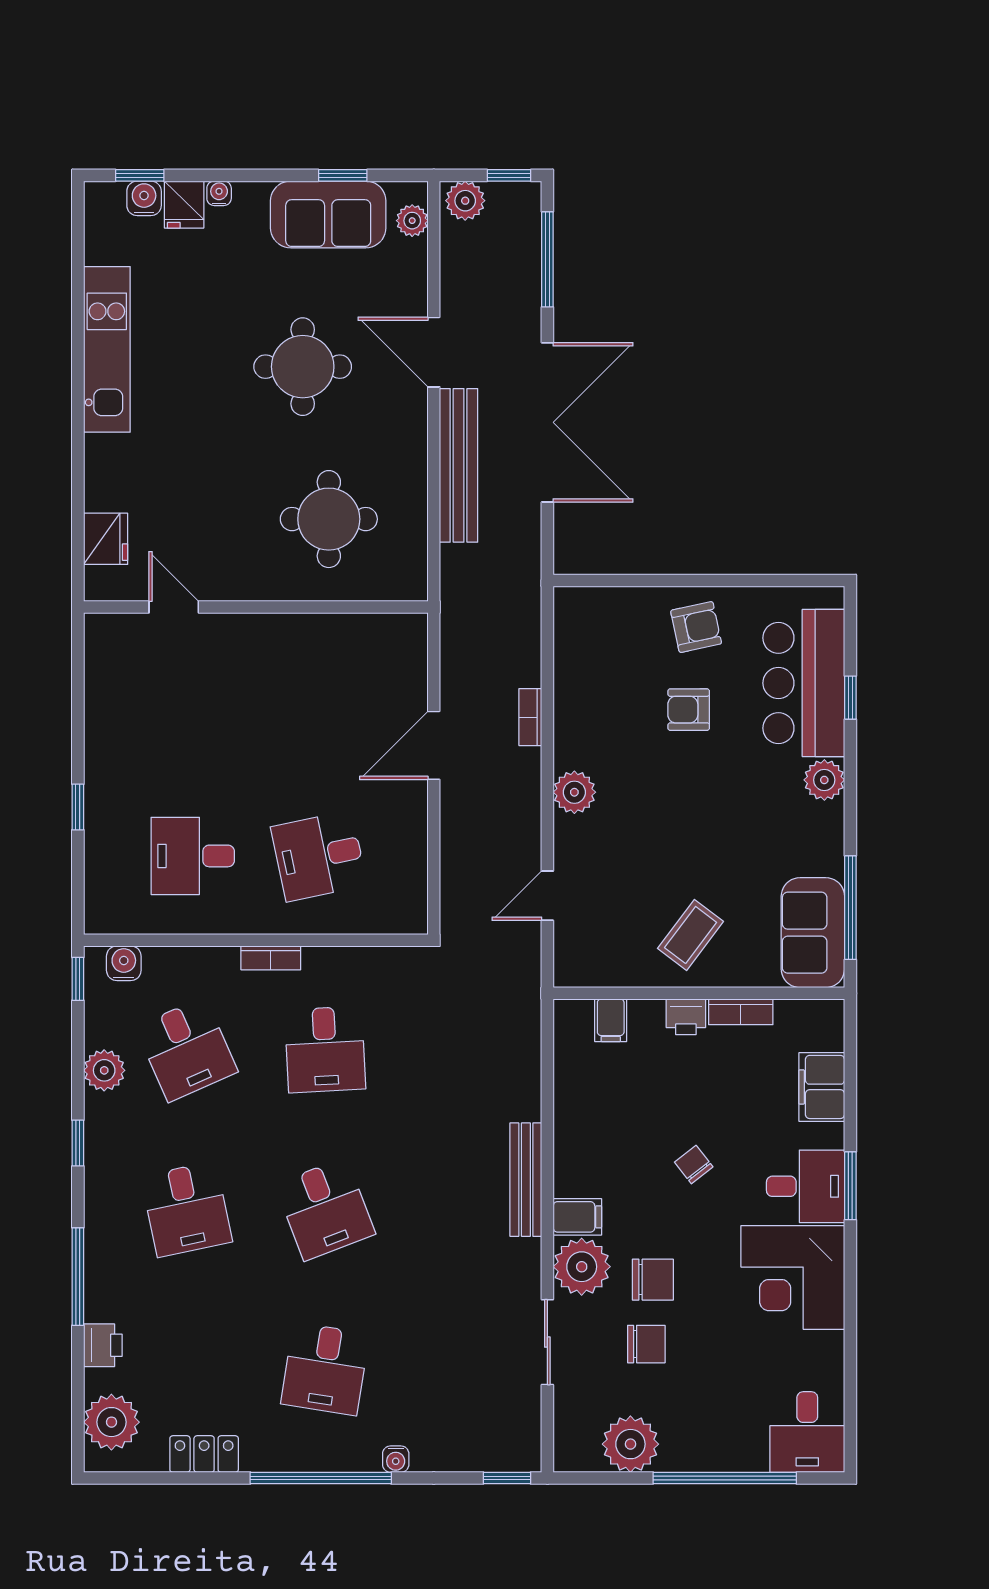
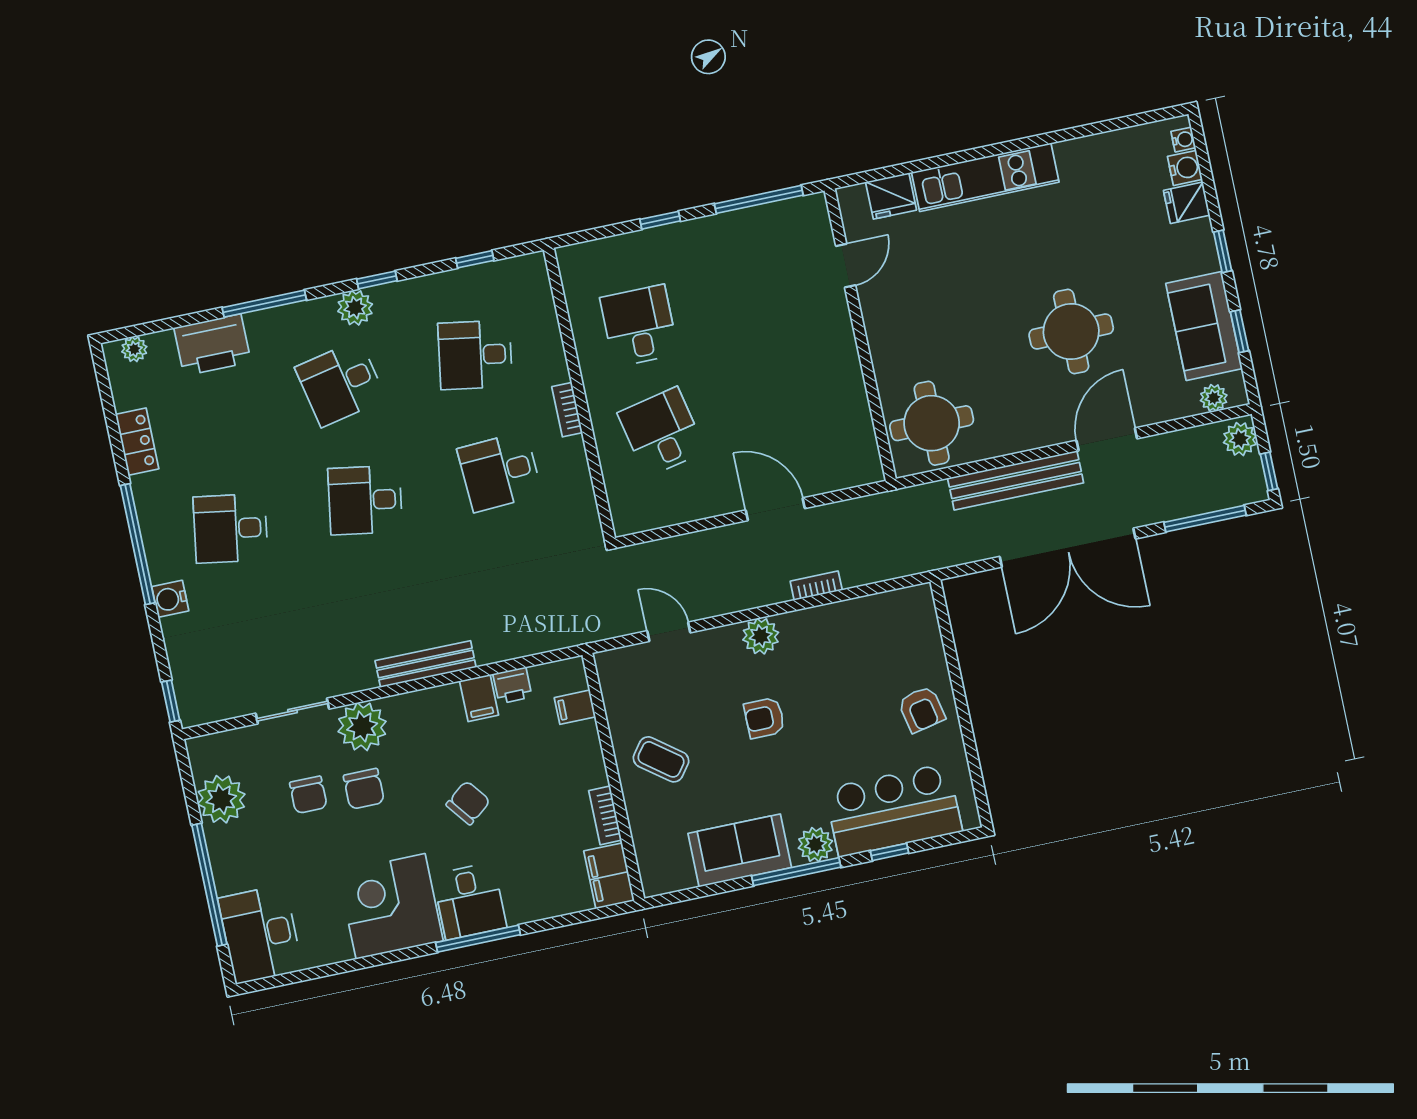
window: (140, 175) -> (1223, 251), moved
water cooler: (219, 193) -> (1183, 140), moved
kitchen unit: (107, 349) -> (985, 177), moved
round table: (329, 519) -> (932, 423), moved
window: (78, 690) -> (759, 199), added
armchair: (689, 710) -> (764, 718), moved, turned -90
window: (850, 908) -> (796, 872), moved
sofa: (813, 933) -> (740, 850), moved
water cooler: (124, 963) -> (537, 287), removed
window: (78, 979) -> (475, 259), moved
printer: (686, 1017) -> (512, 685), moved, turned -90
desk: (187, 1049) -> (475, 355), turned 33
plant: (104, 1070) -> (355, 308), moved
filing cabinet: (822, 1087) -> (609, 876), moved, turned -90
chair: (694, 1164) -> (468, 803), width x1.37, depth x1.37
window: (850, 1186) -> (478, 939), width x1.44
desk: (325, 1209) -> (365, 500), turned 30
filing cabinet: (577, 1217) -> (479, 698), moved
printer: (103, 1345) -> (212, 345), width x1.87, depth x1.48
plant: (111, 1422) -> (134, 349), width x0.53, depth x0.53
desk: (807, 1432) -> (260, 934), width x1.37
water cooler: (396, 1459) -> (170, 599), width x1.38, depth x1.38

